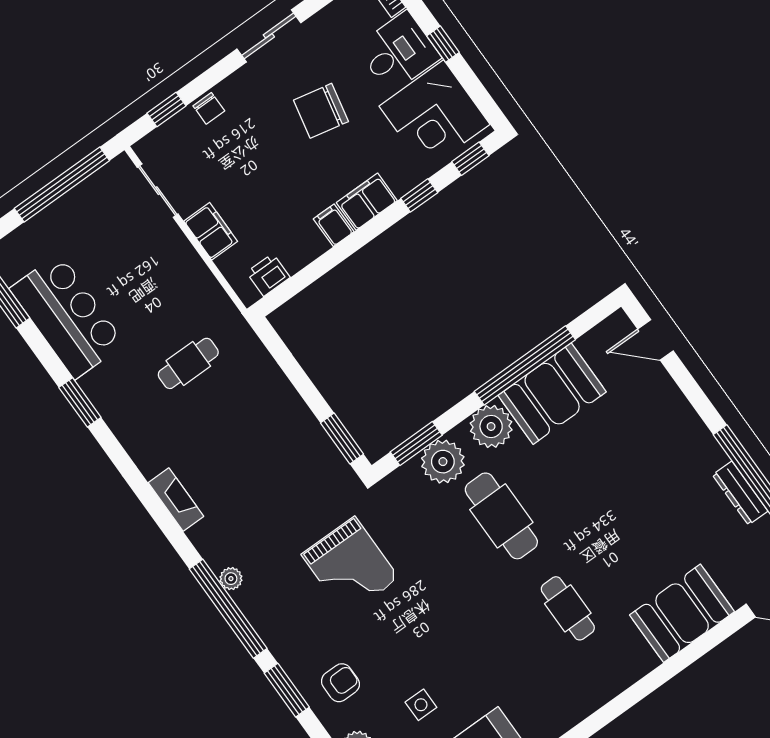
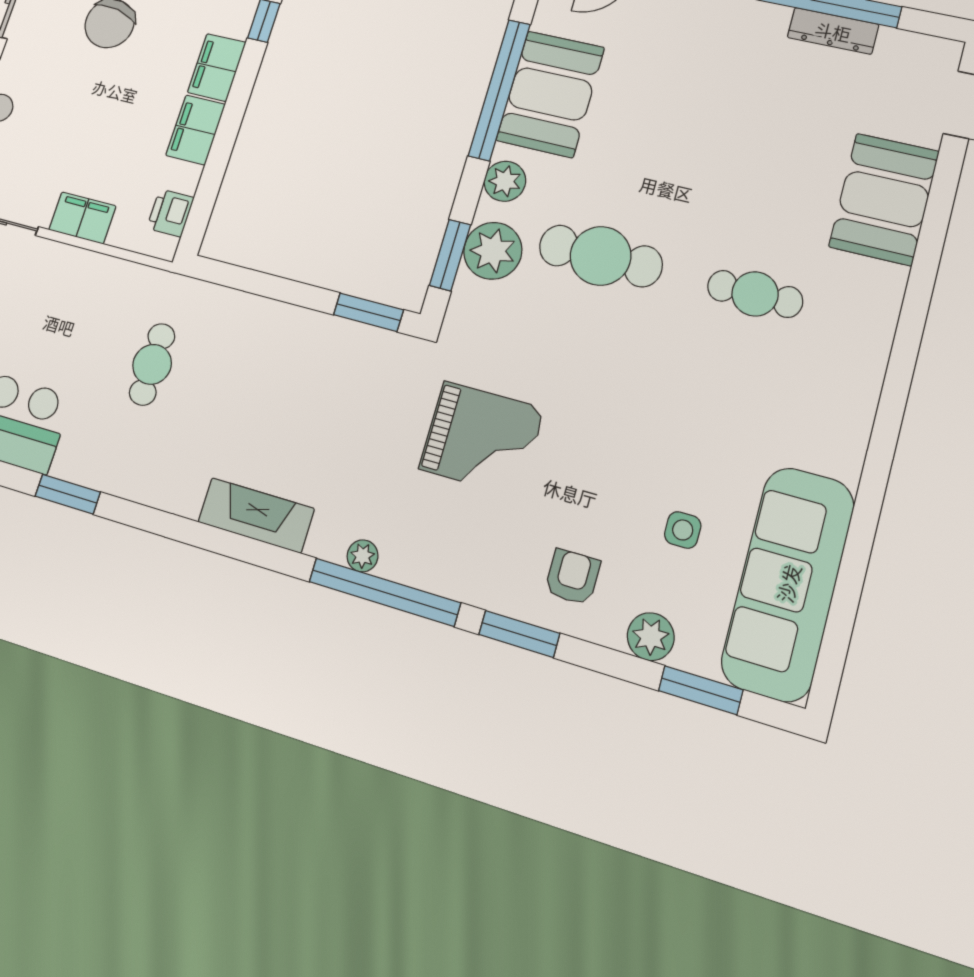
filing cabinet: (334, 225) -> (195, 130), width x2.00
plant: (491, 426) -> (505, 181), width x0.73, depth x0.73
fireplace: (176, 499) -> (256, 515), width x1.37, depth x1.32

